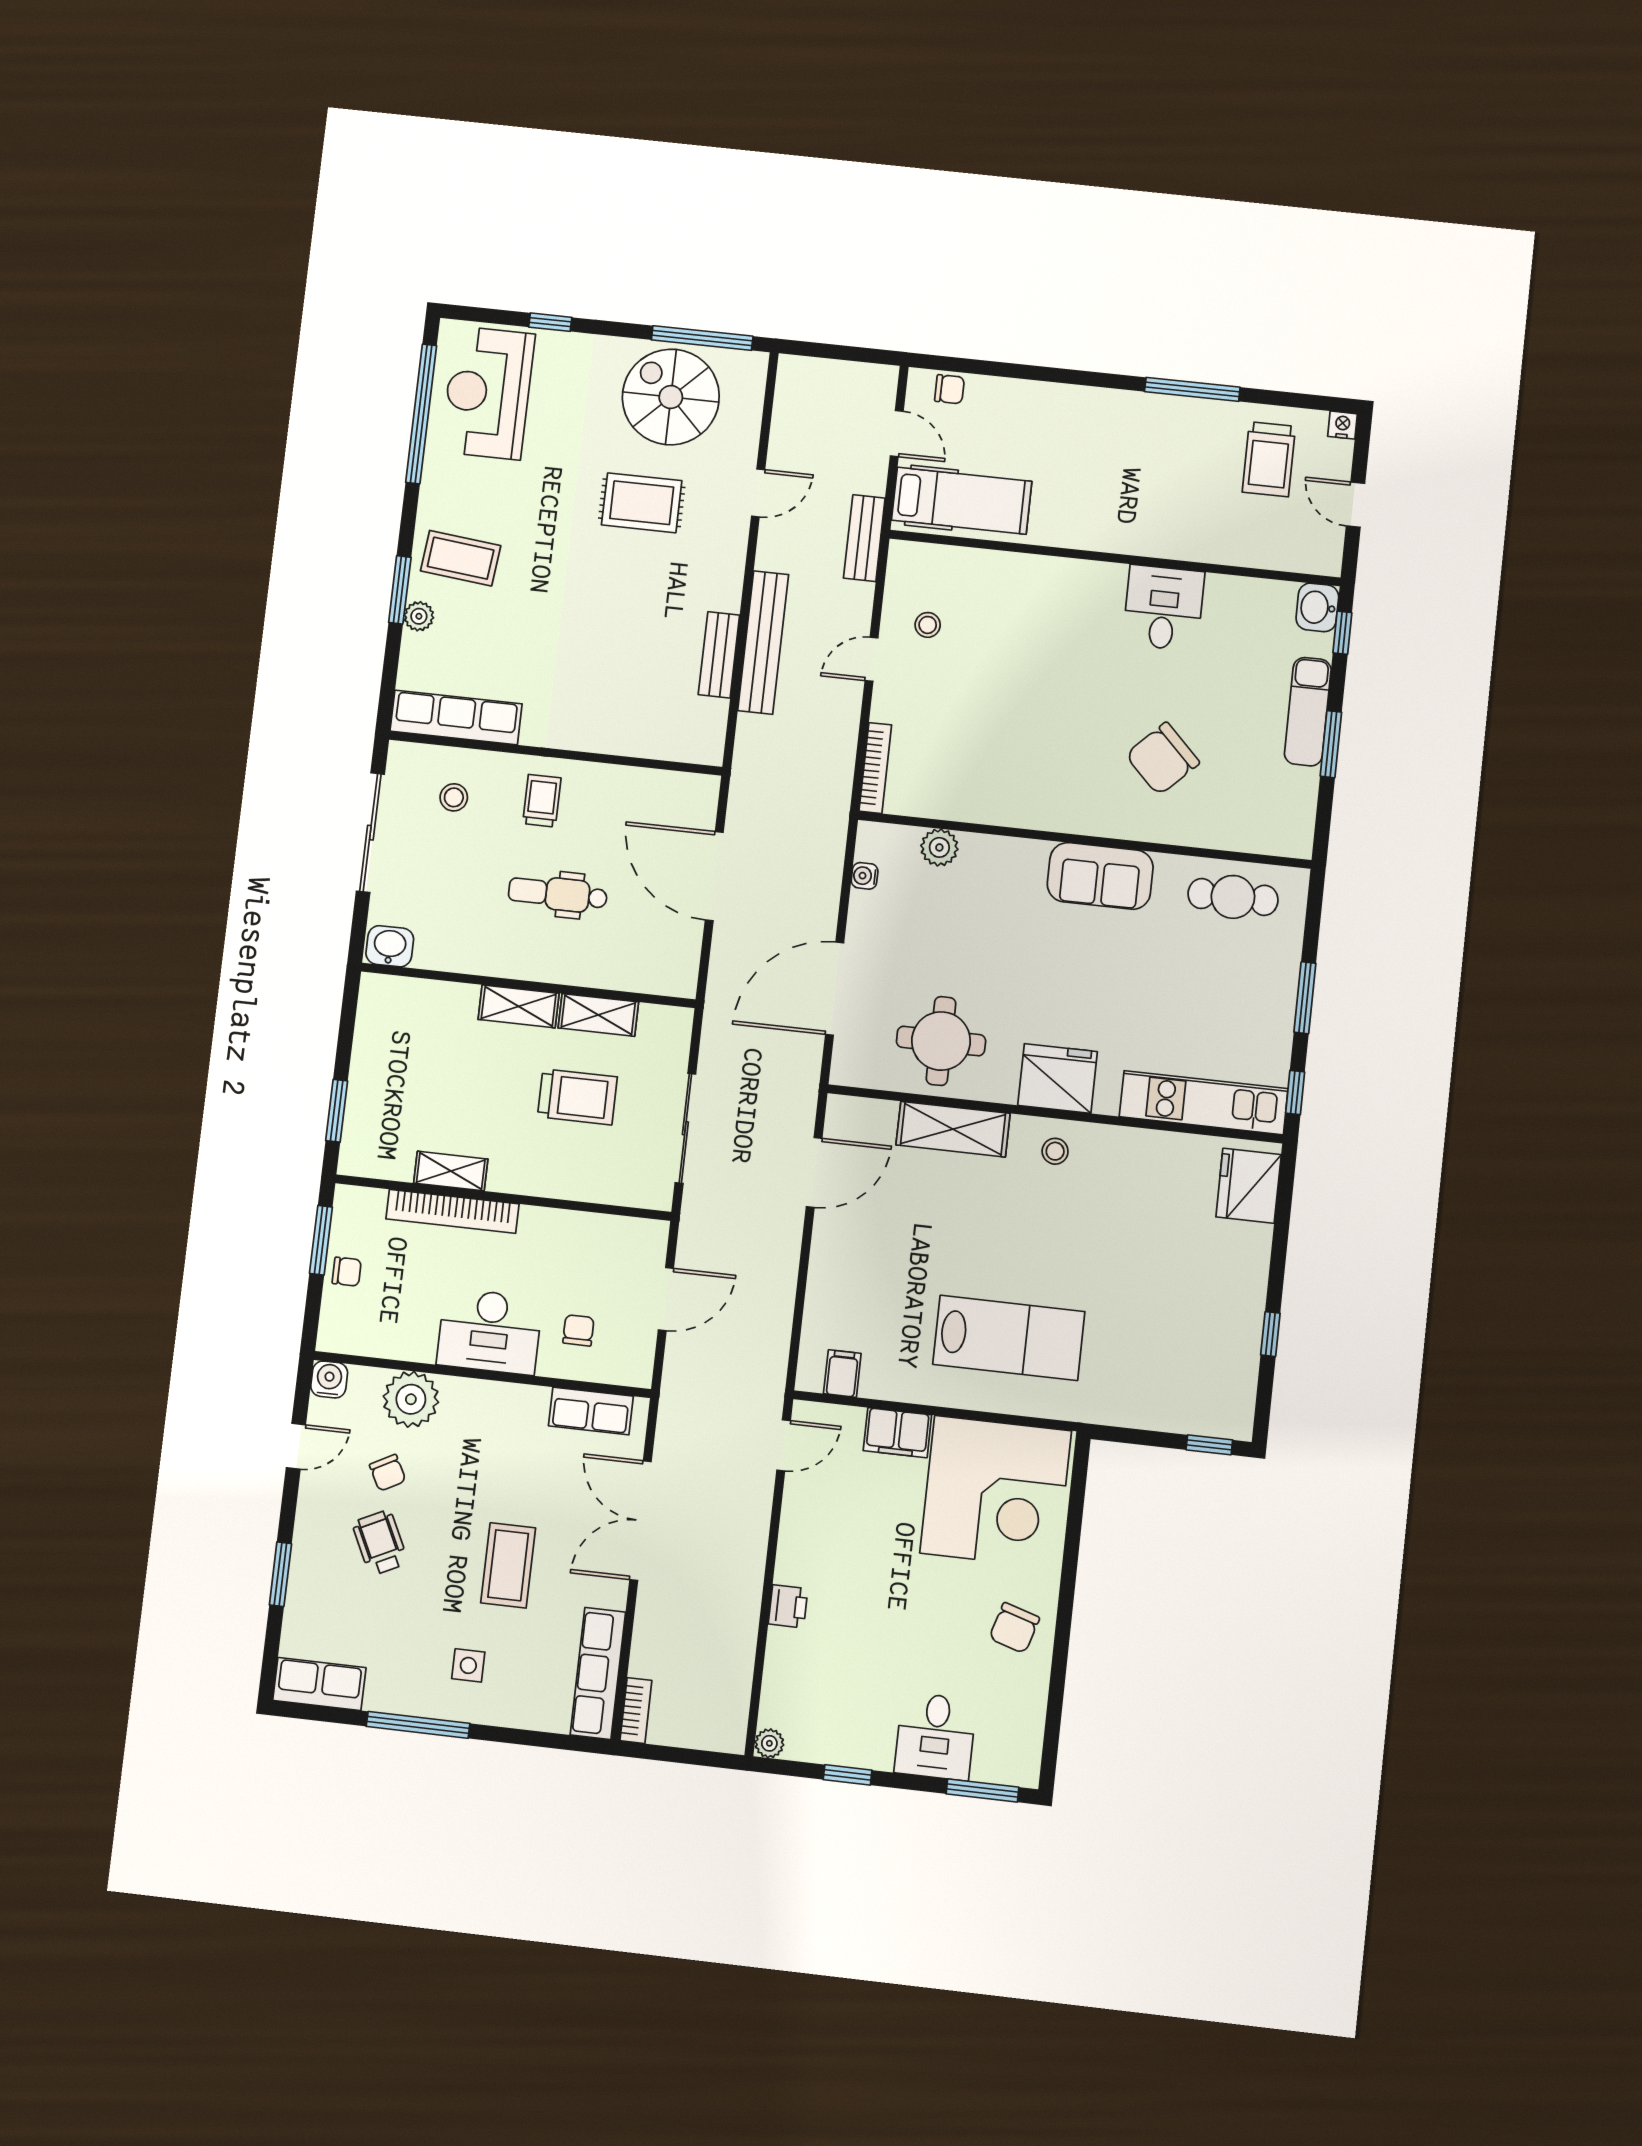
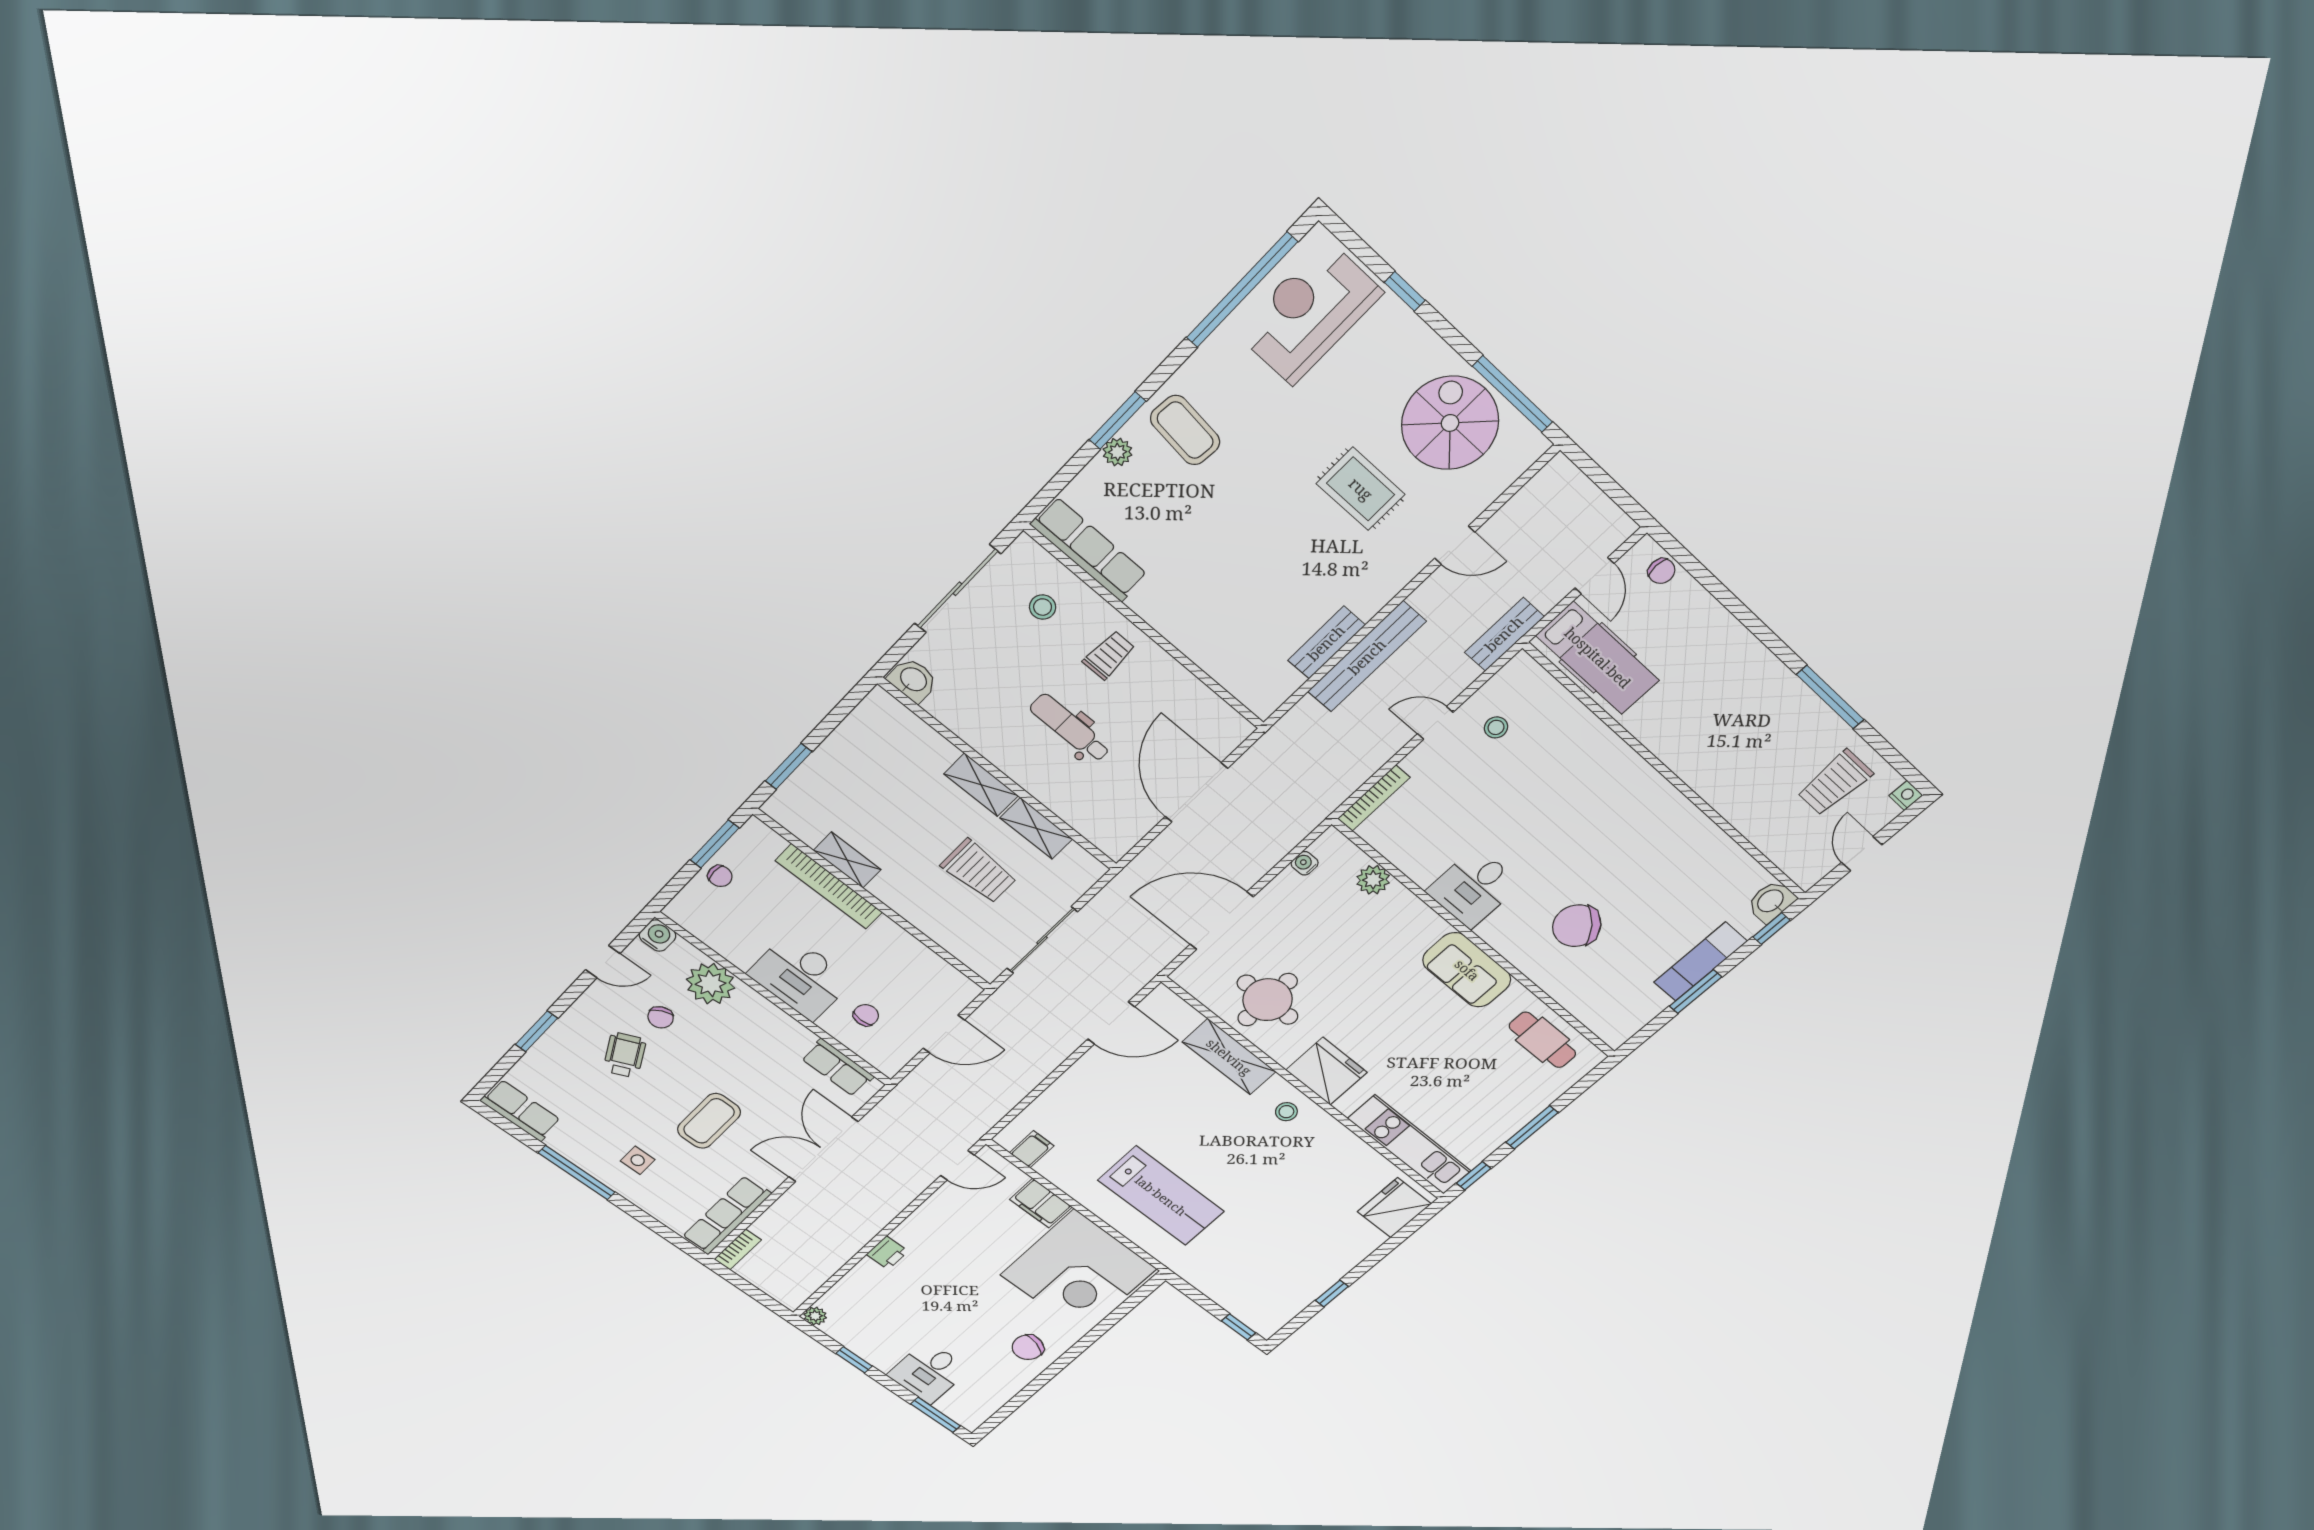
desk: (1163, 608) -> (1473, 888), moved, turned 180

